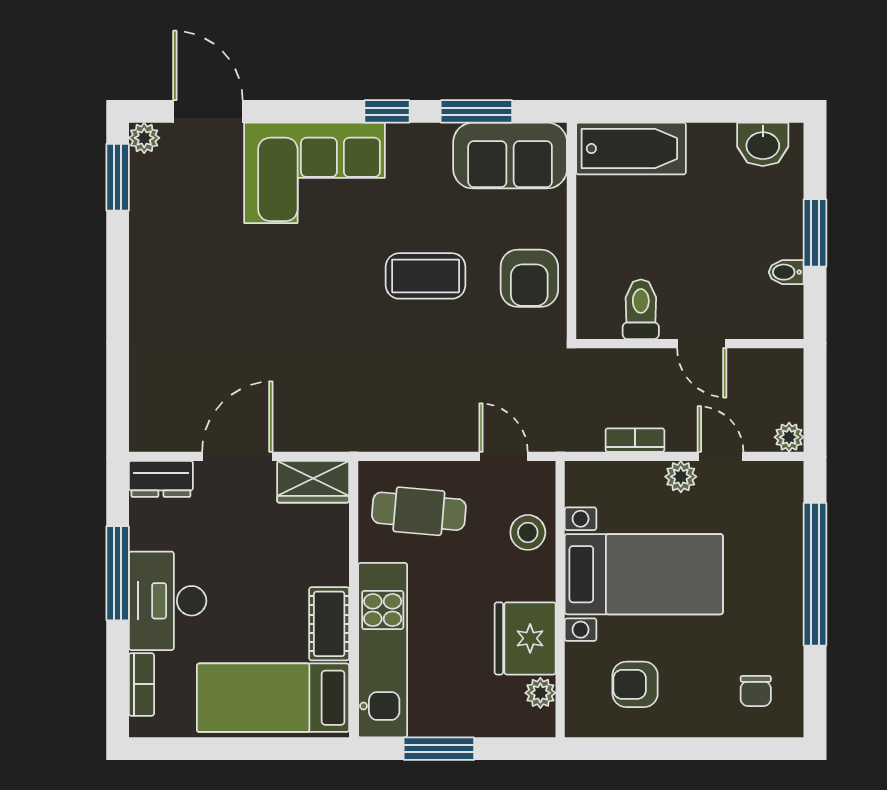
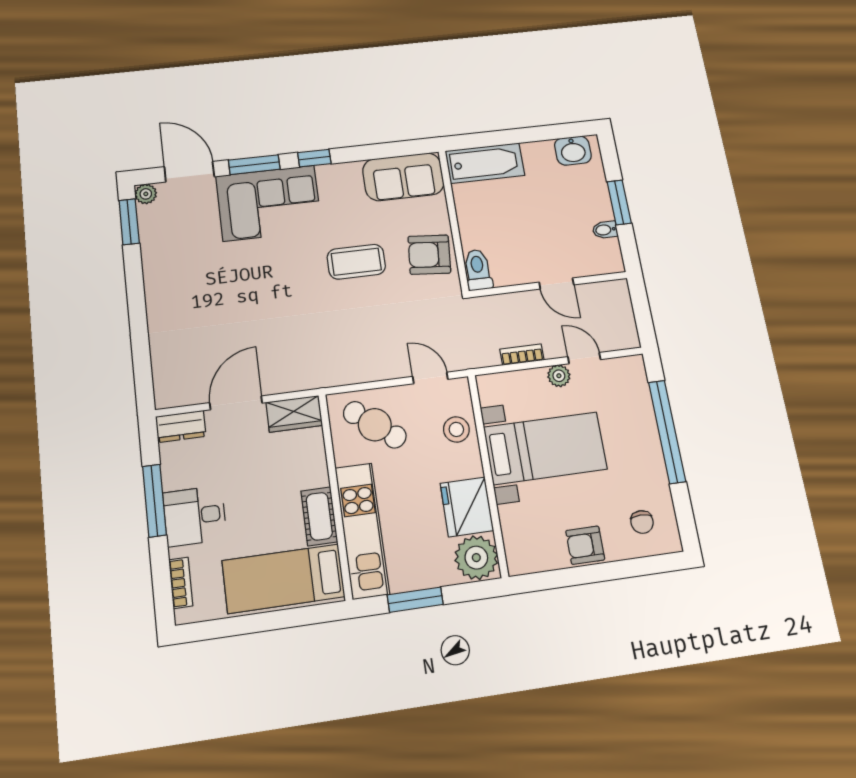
window: (476, 111) -> (254, 165), moved
armchair: (529, 278) -> (429, 255), turned 95
toilet: (641, 309) -> (478, 270), moved
plant: (789, 437) -> (629, 339), removed
cafe table: (419, 511) -> (375, 425), turned 34
desk: (168, 601) -> (195, 516), width x0.73
armchair: (635, 684) -> (585, 545), moved
plant: (540, 693) -> (476, 558), width x1.87, depth x1.87

